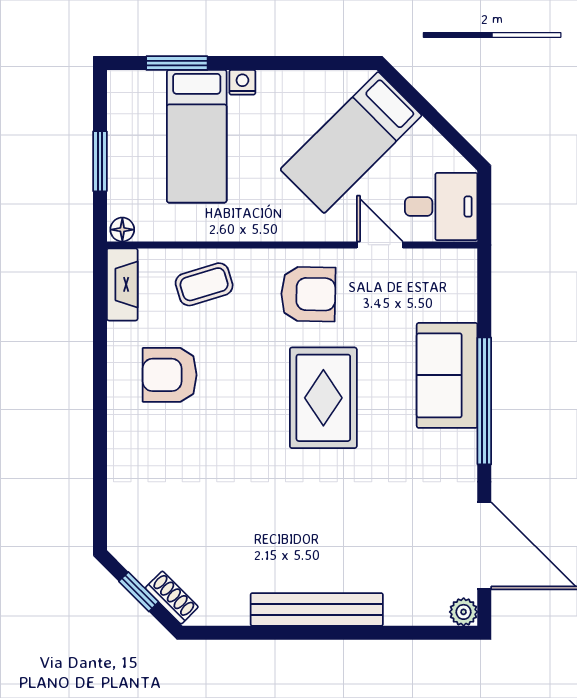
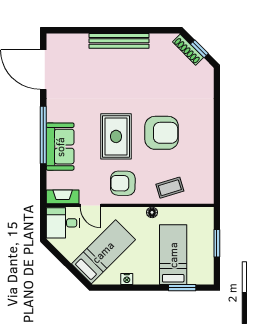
nightstand: (242, 82) -> (127, 279), moved
floor lamp: (122, 230) -> (152, 212), moved
fireplace: (122, 284) -> (63, 197), moved, turned 90
armchair: (170, 375) -> (162, 133), moved, width x1.36, depth x1.36
shoe rack: (172, 598) -> (188, 50), width x1.43
plant: (464, 612) -> (53, 40), removed

